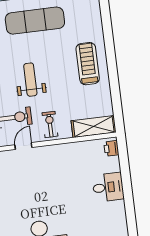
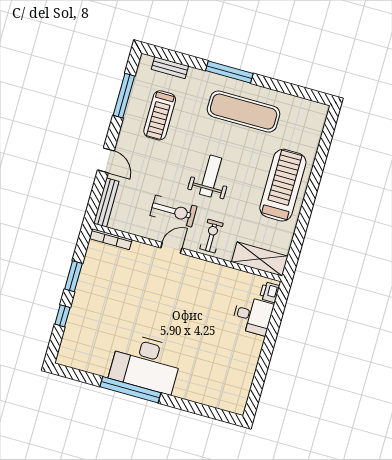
treadmill: (88, 64) -> (283, 185), width x1.37, depth x1.38
desk: (108, 187) -> (253, 316), moved

